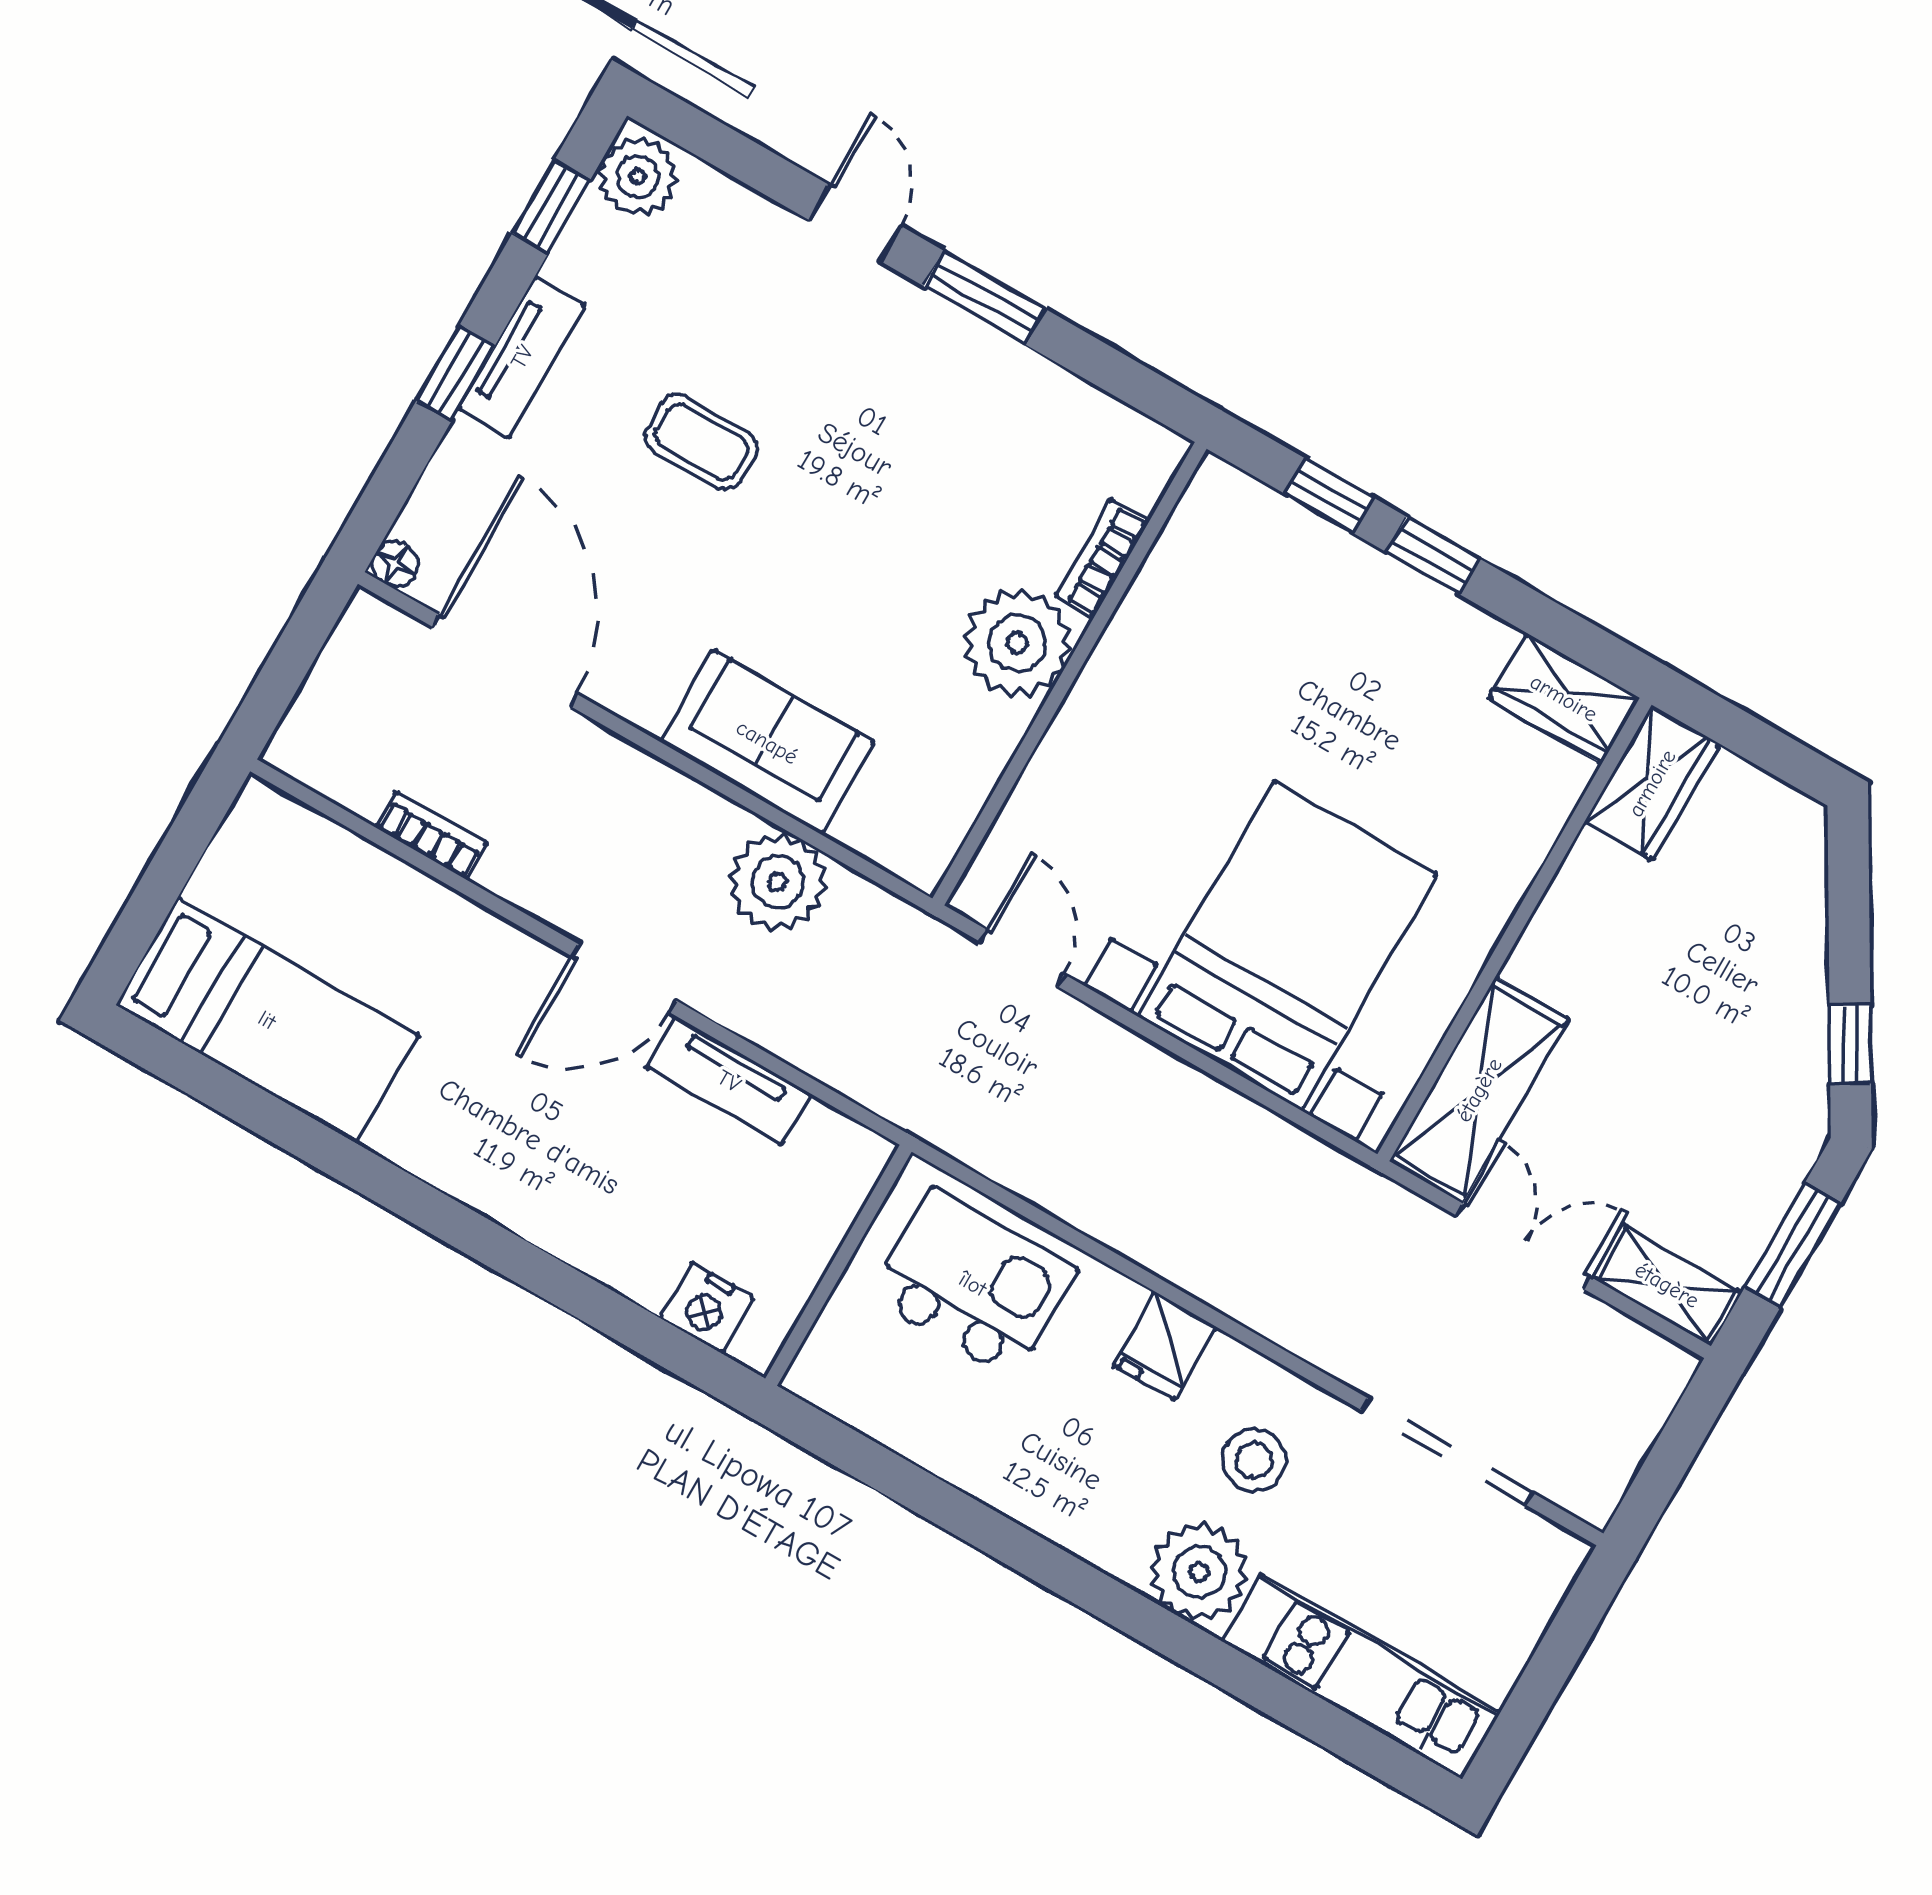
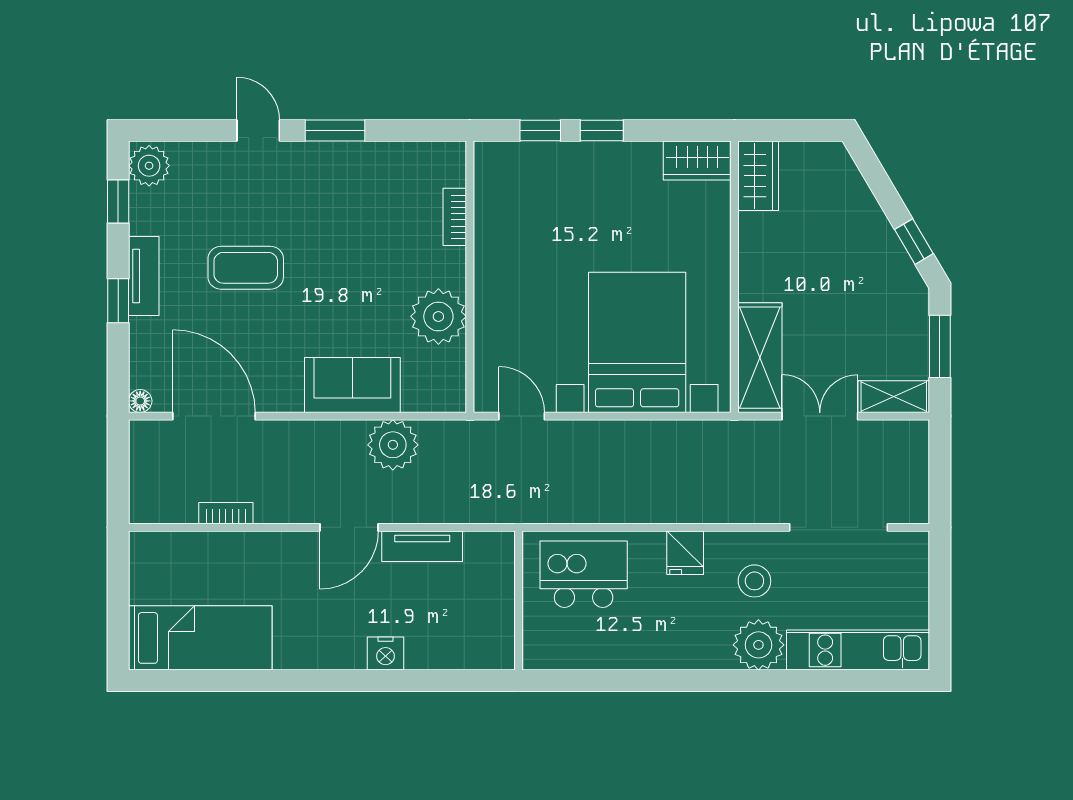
coffee table: (701, 442) -> (246, 268), width x1.36, depth x1.30
plant: (1017, 643) -> (438, 316), moved
nightstand: (707, 1308) -> (386, 653), moved

